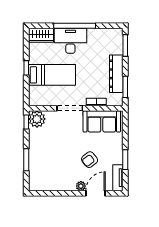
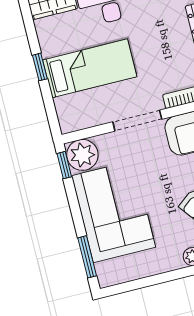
corner sofa: (46, 152) -> (114, 211), added
window: (26, 160) -> (87, 257), moved

